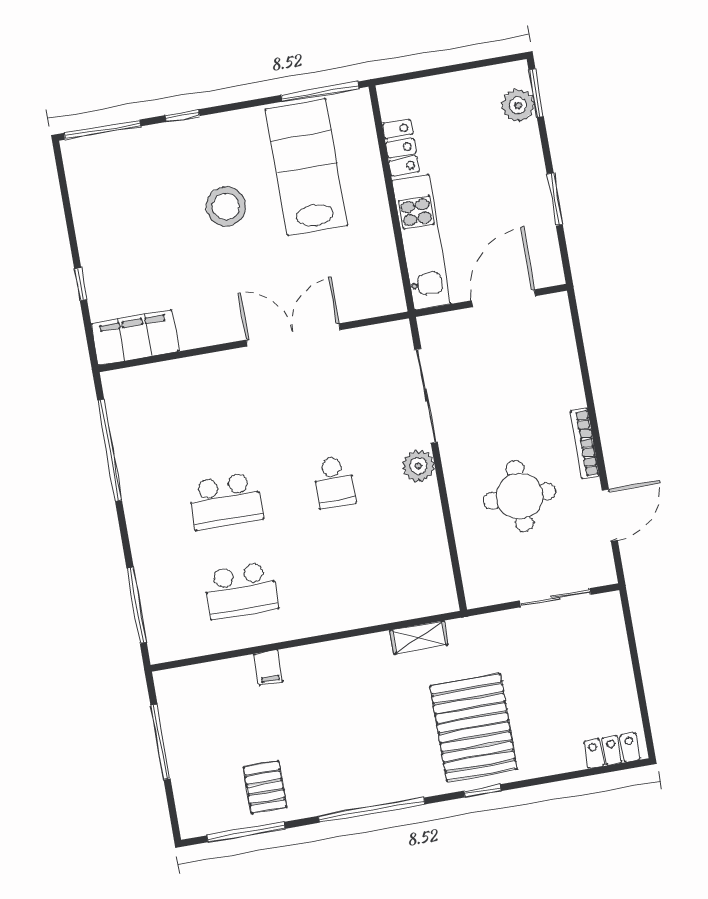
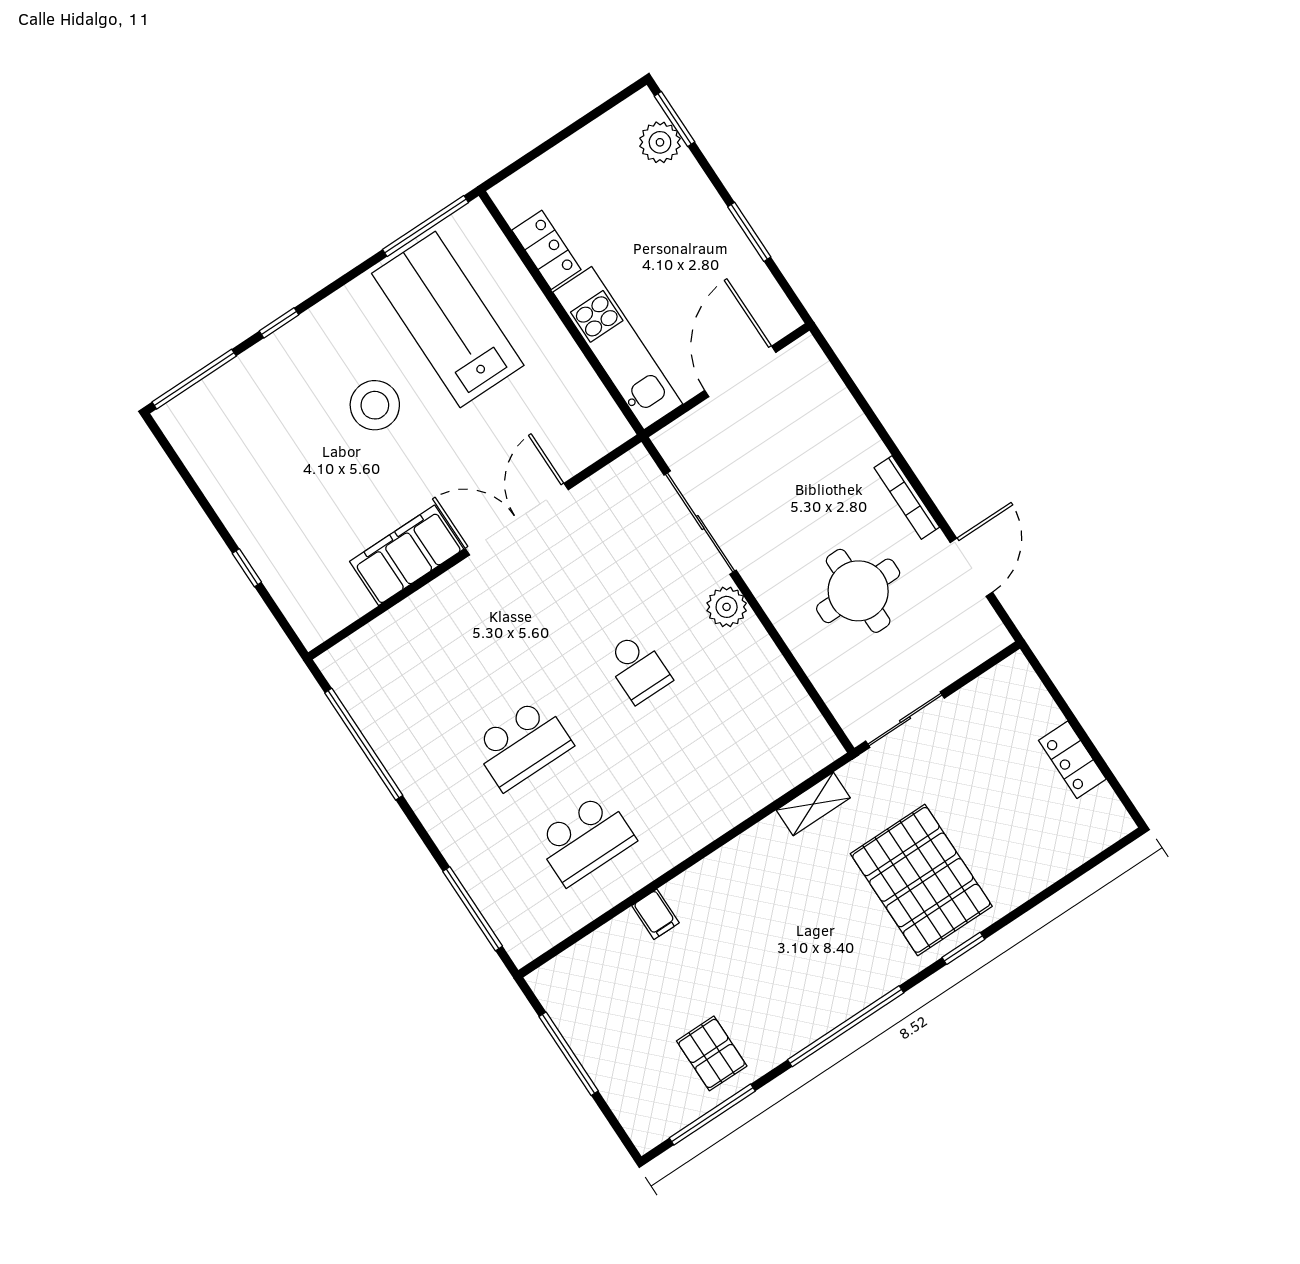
filing cabinet: (135, 338) -> (407, 555), moved
sliding door: (555, 598) -> (905, 720), moved
locker: (612, 750) -> (1072, 760), moved, turned -90

